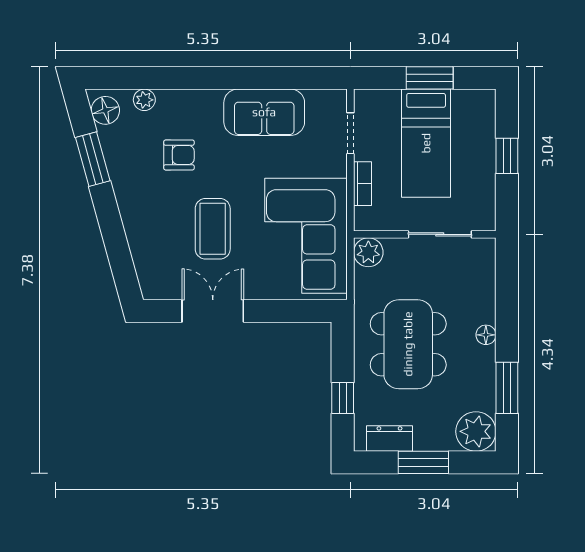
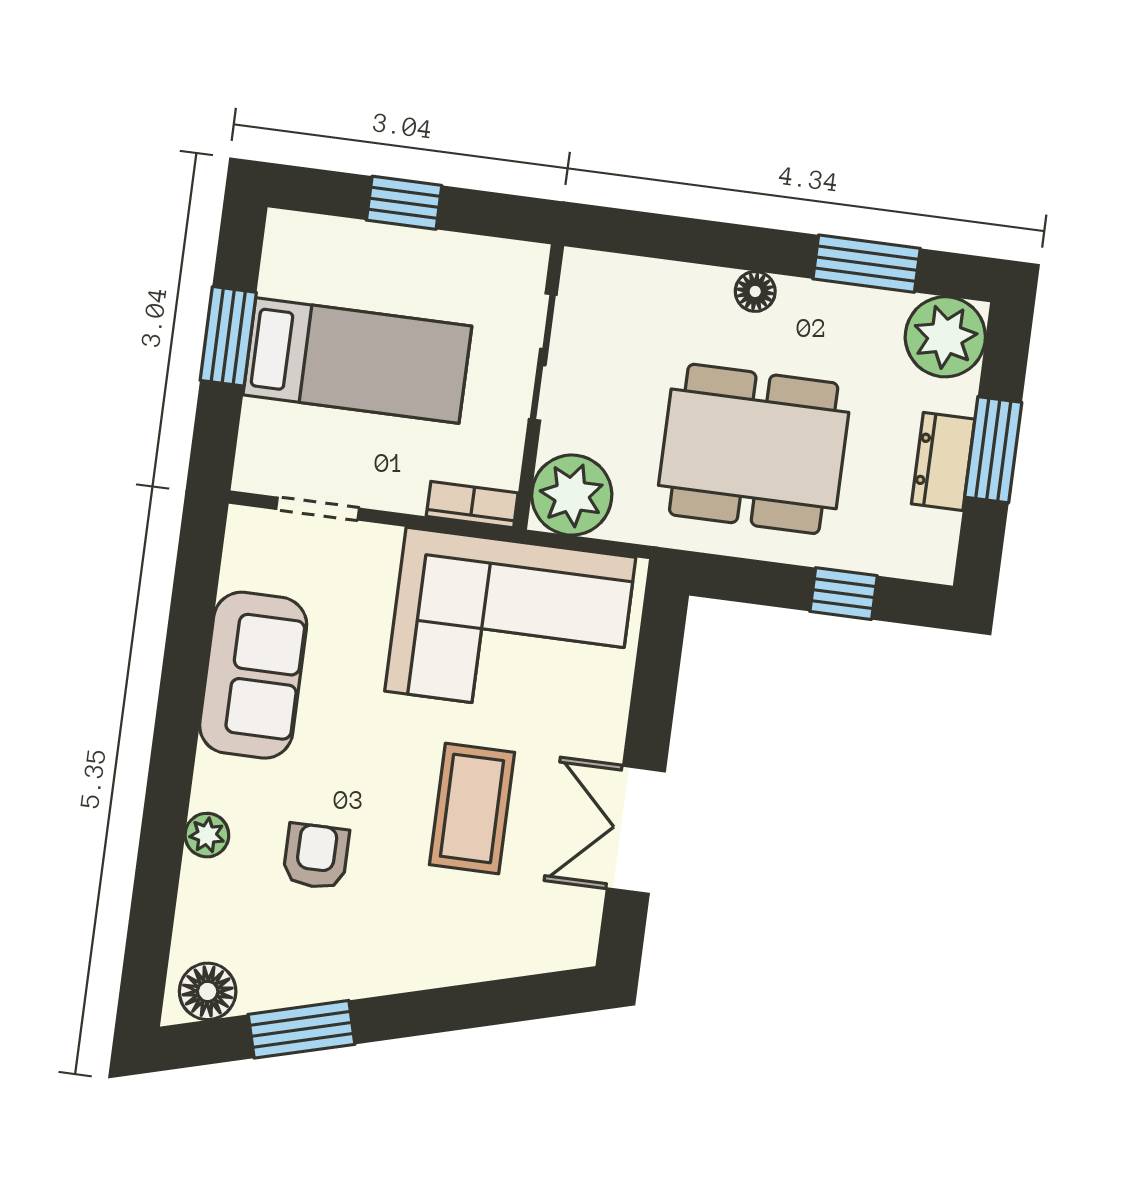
plant: (144, 100) -> (207, 835), moved
bookcase: (363, 184) -> (472, 505), moved
coffee table: (213, 229) -> (472, 808), turned 90
plant: (368, 252) -> (572, 495), width x1.36, depth x1.36
dresser: (389, 438) -> (943, 461), moved

